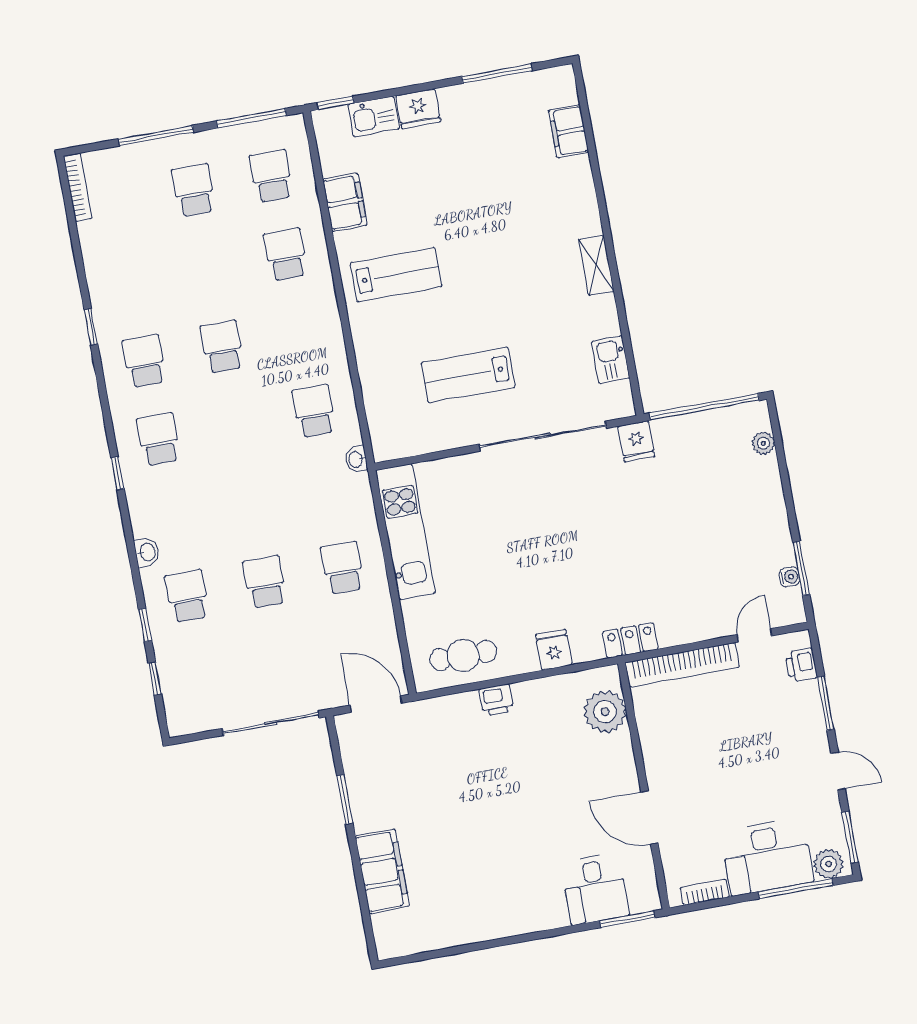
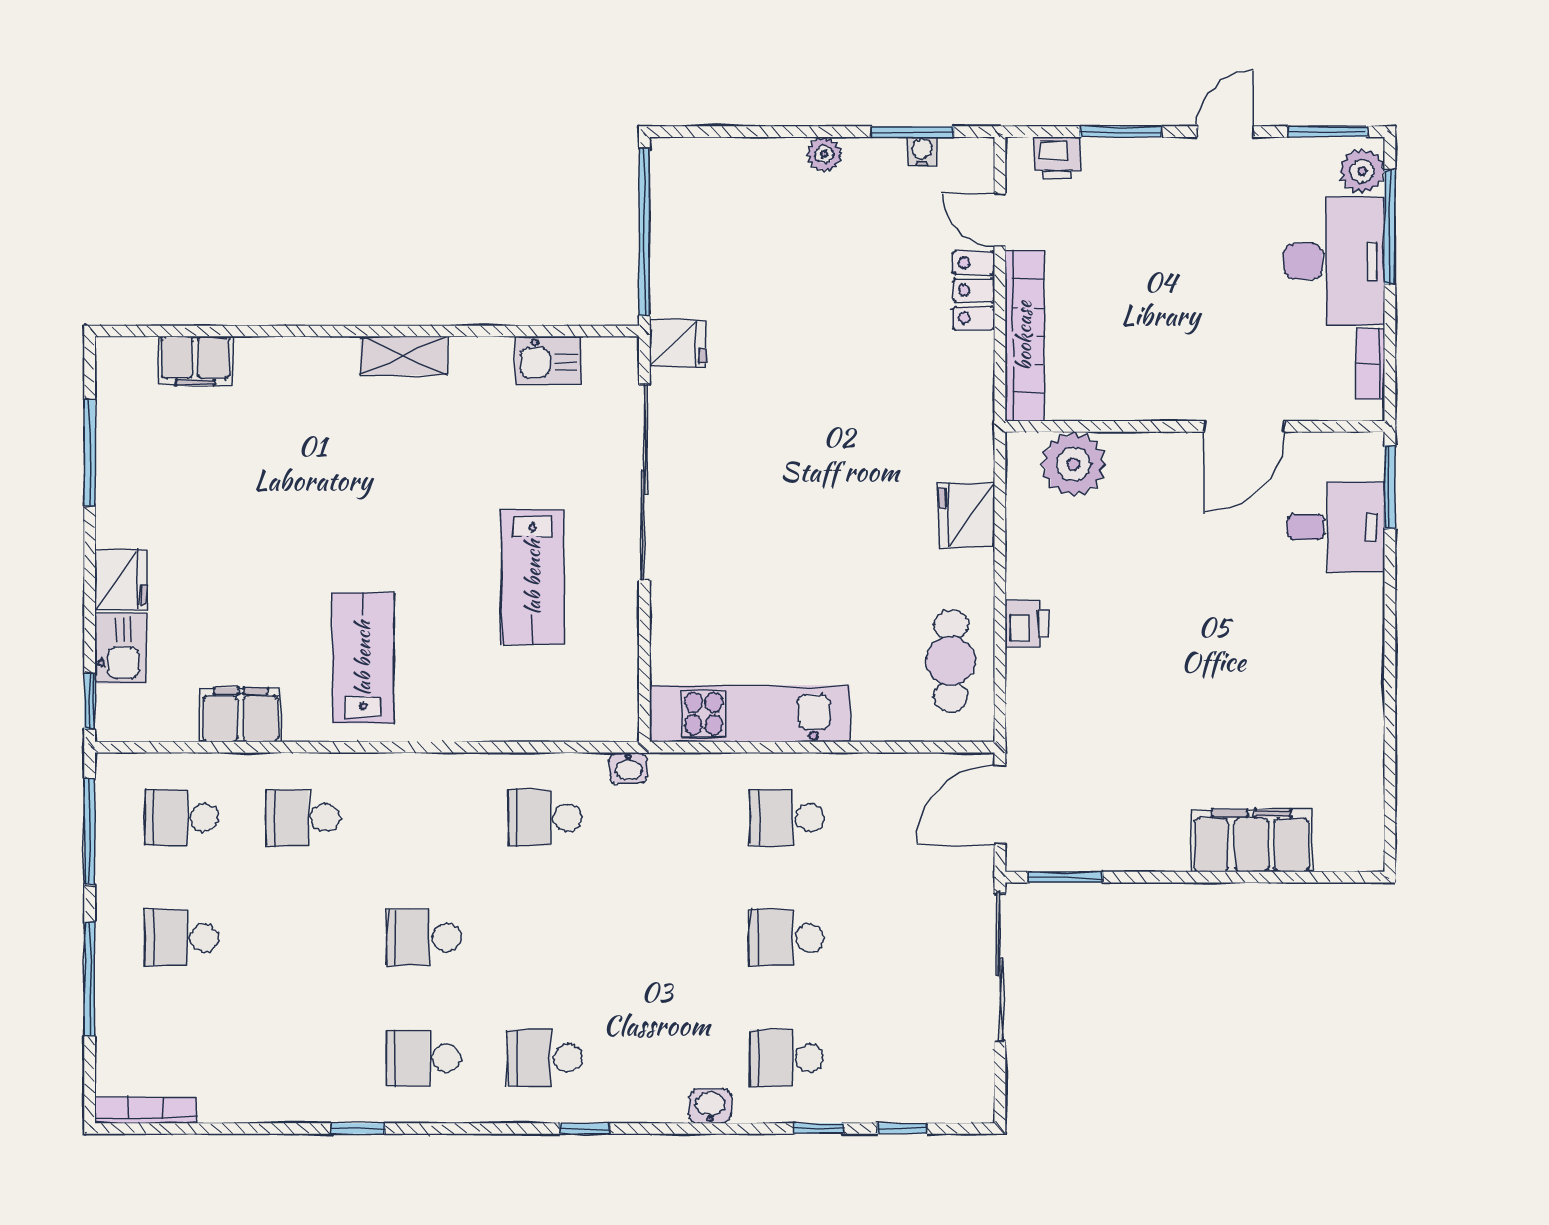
plant: (763, 443) -> (824, 154), moved
locker: (630, 640) -> (974, 290), moved
fridge: (554, 650) -> (967, 515), width x1.38
window: (345, 799) -> (1065, 877), moved

